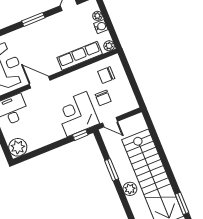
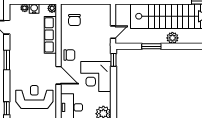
door: (40, 82) -> (59, 75), swing flipped
chair: (103, 98) -> (69, 55), moved
corner desk: (77, 114) -> (96, 76), moved

